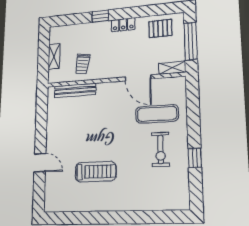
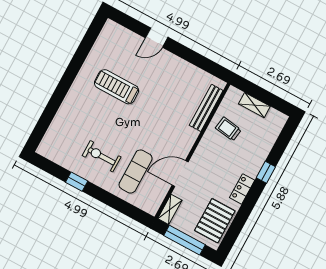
pallet: (160, 28) -> (215, 221), width x1.50, depth x1.42
treadmill: (96, 172) -> (117, 87), turned 90

